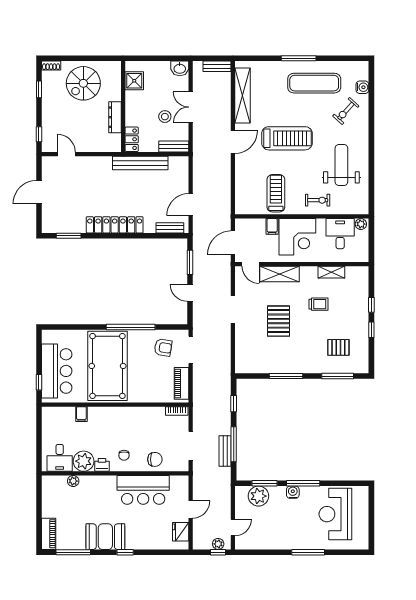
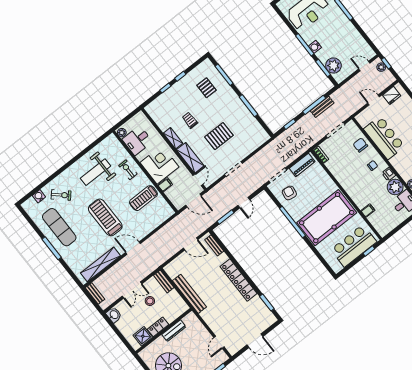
locker: (132, 139) -> (158, 327), moved
shelving: (331, 272) -> (173, 138), moved

